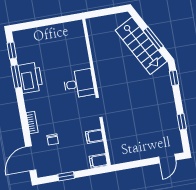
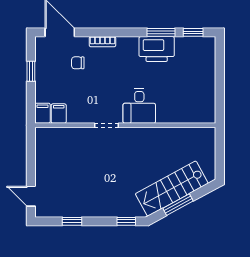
filing cabinet: (94, 136) -> (59, 114), moved

